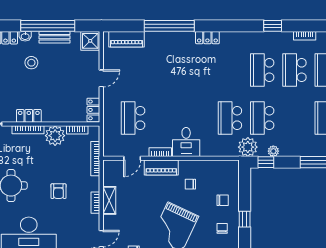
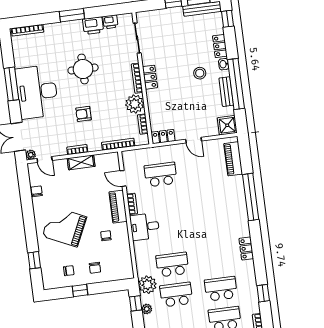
locker: (207, 38) -> (246, 249), moved

